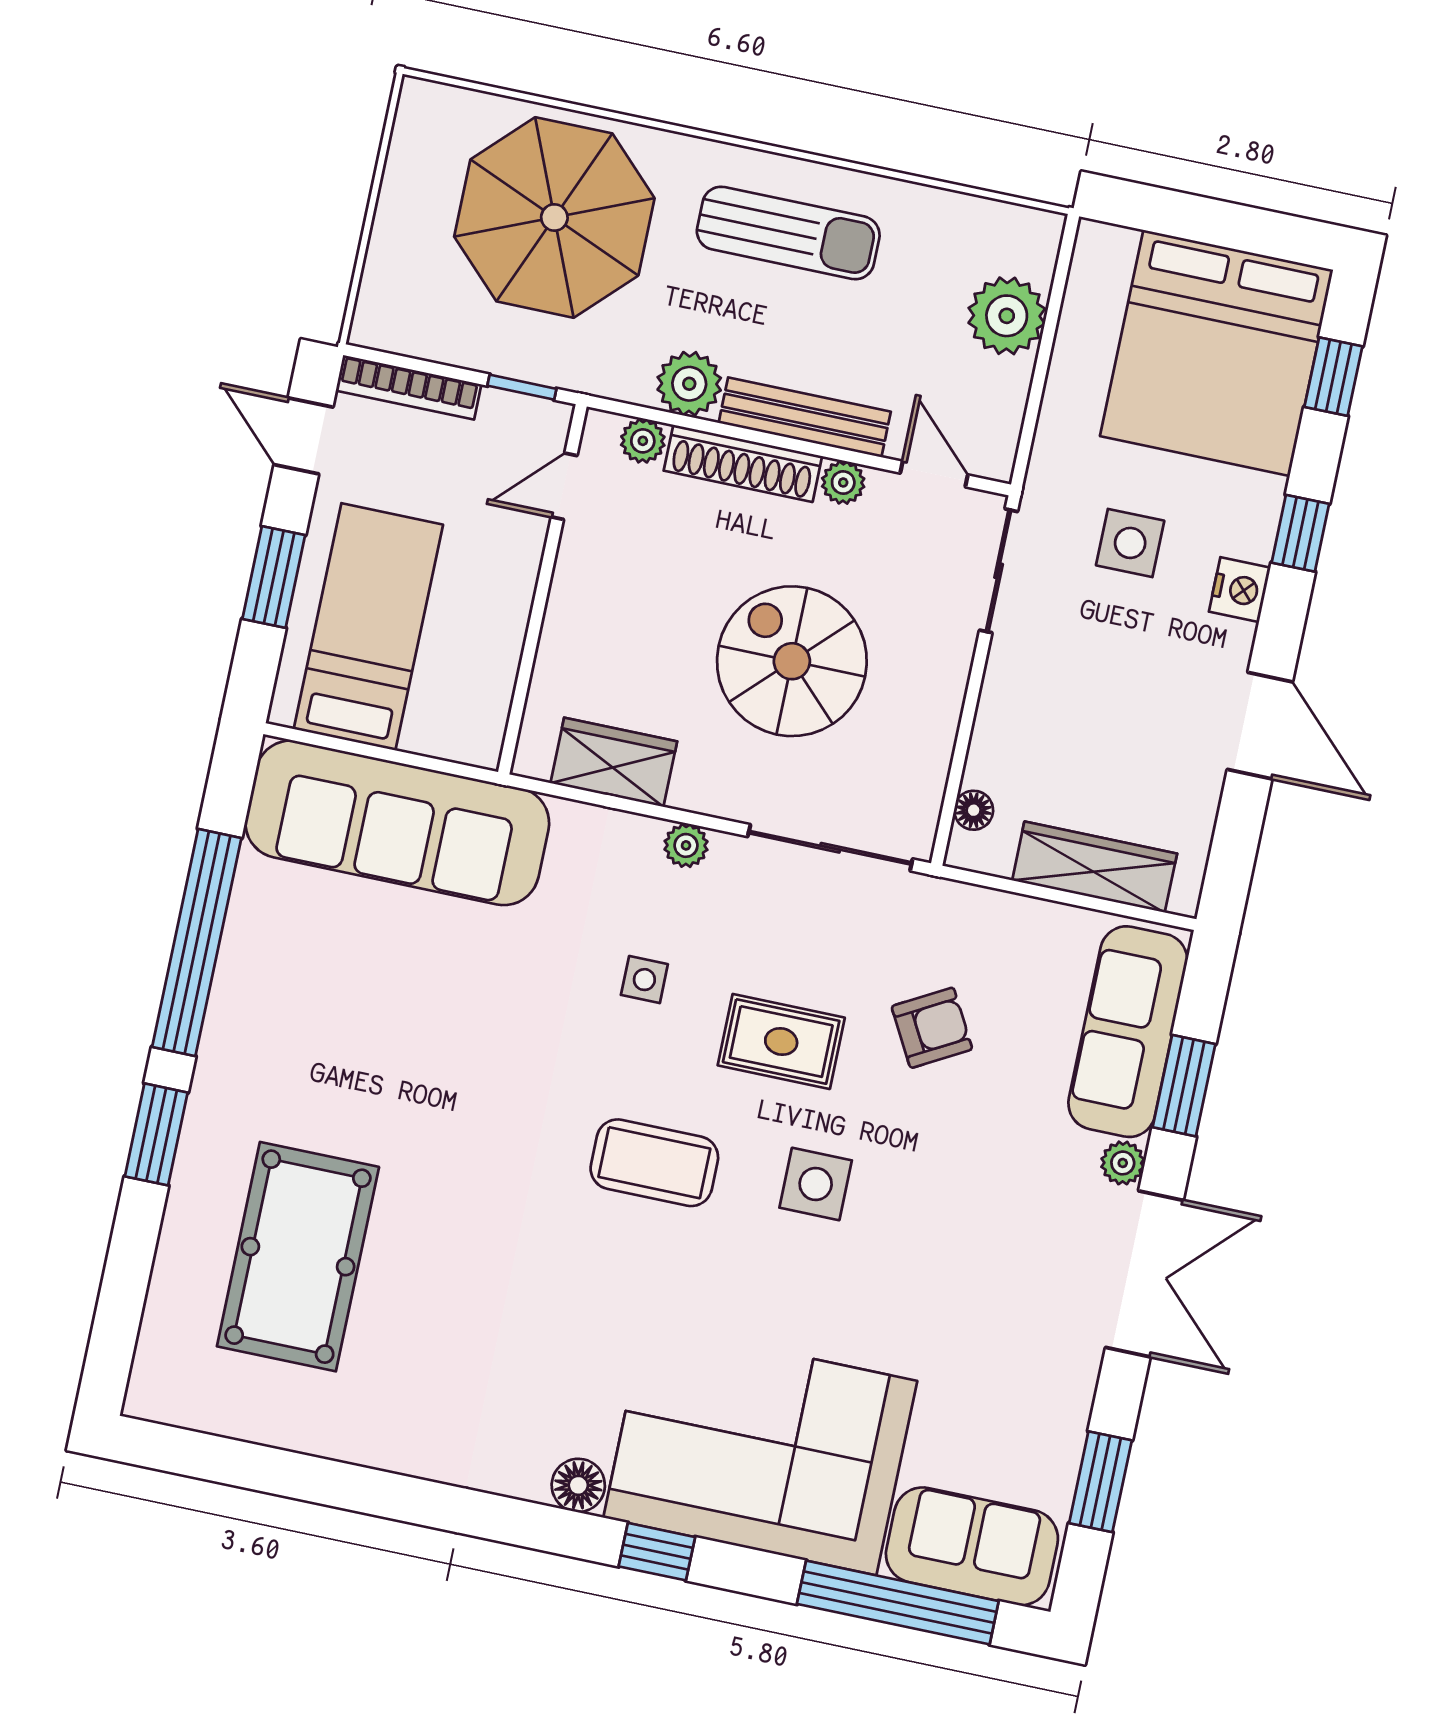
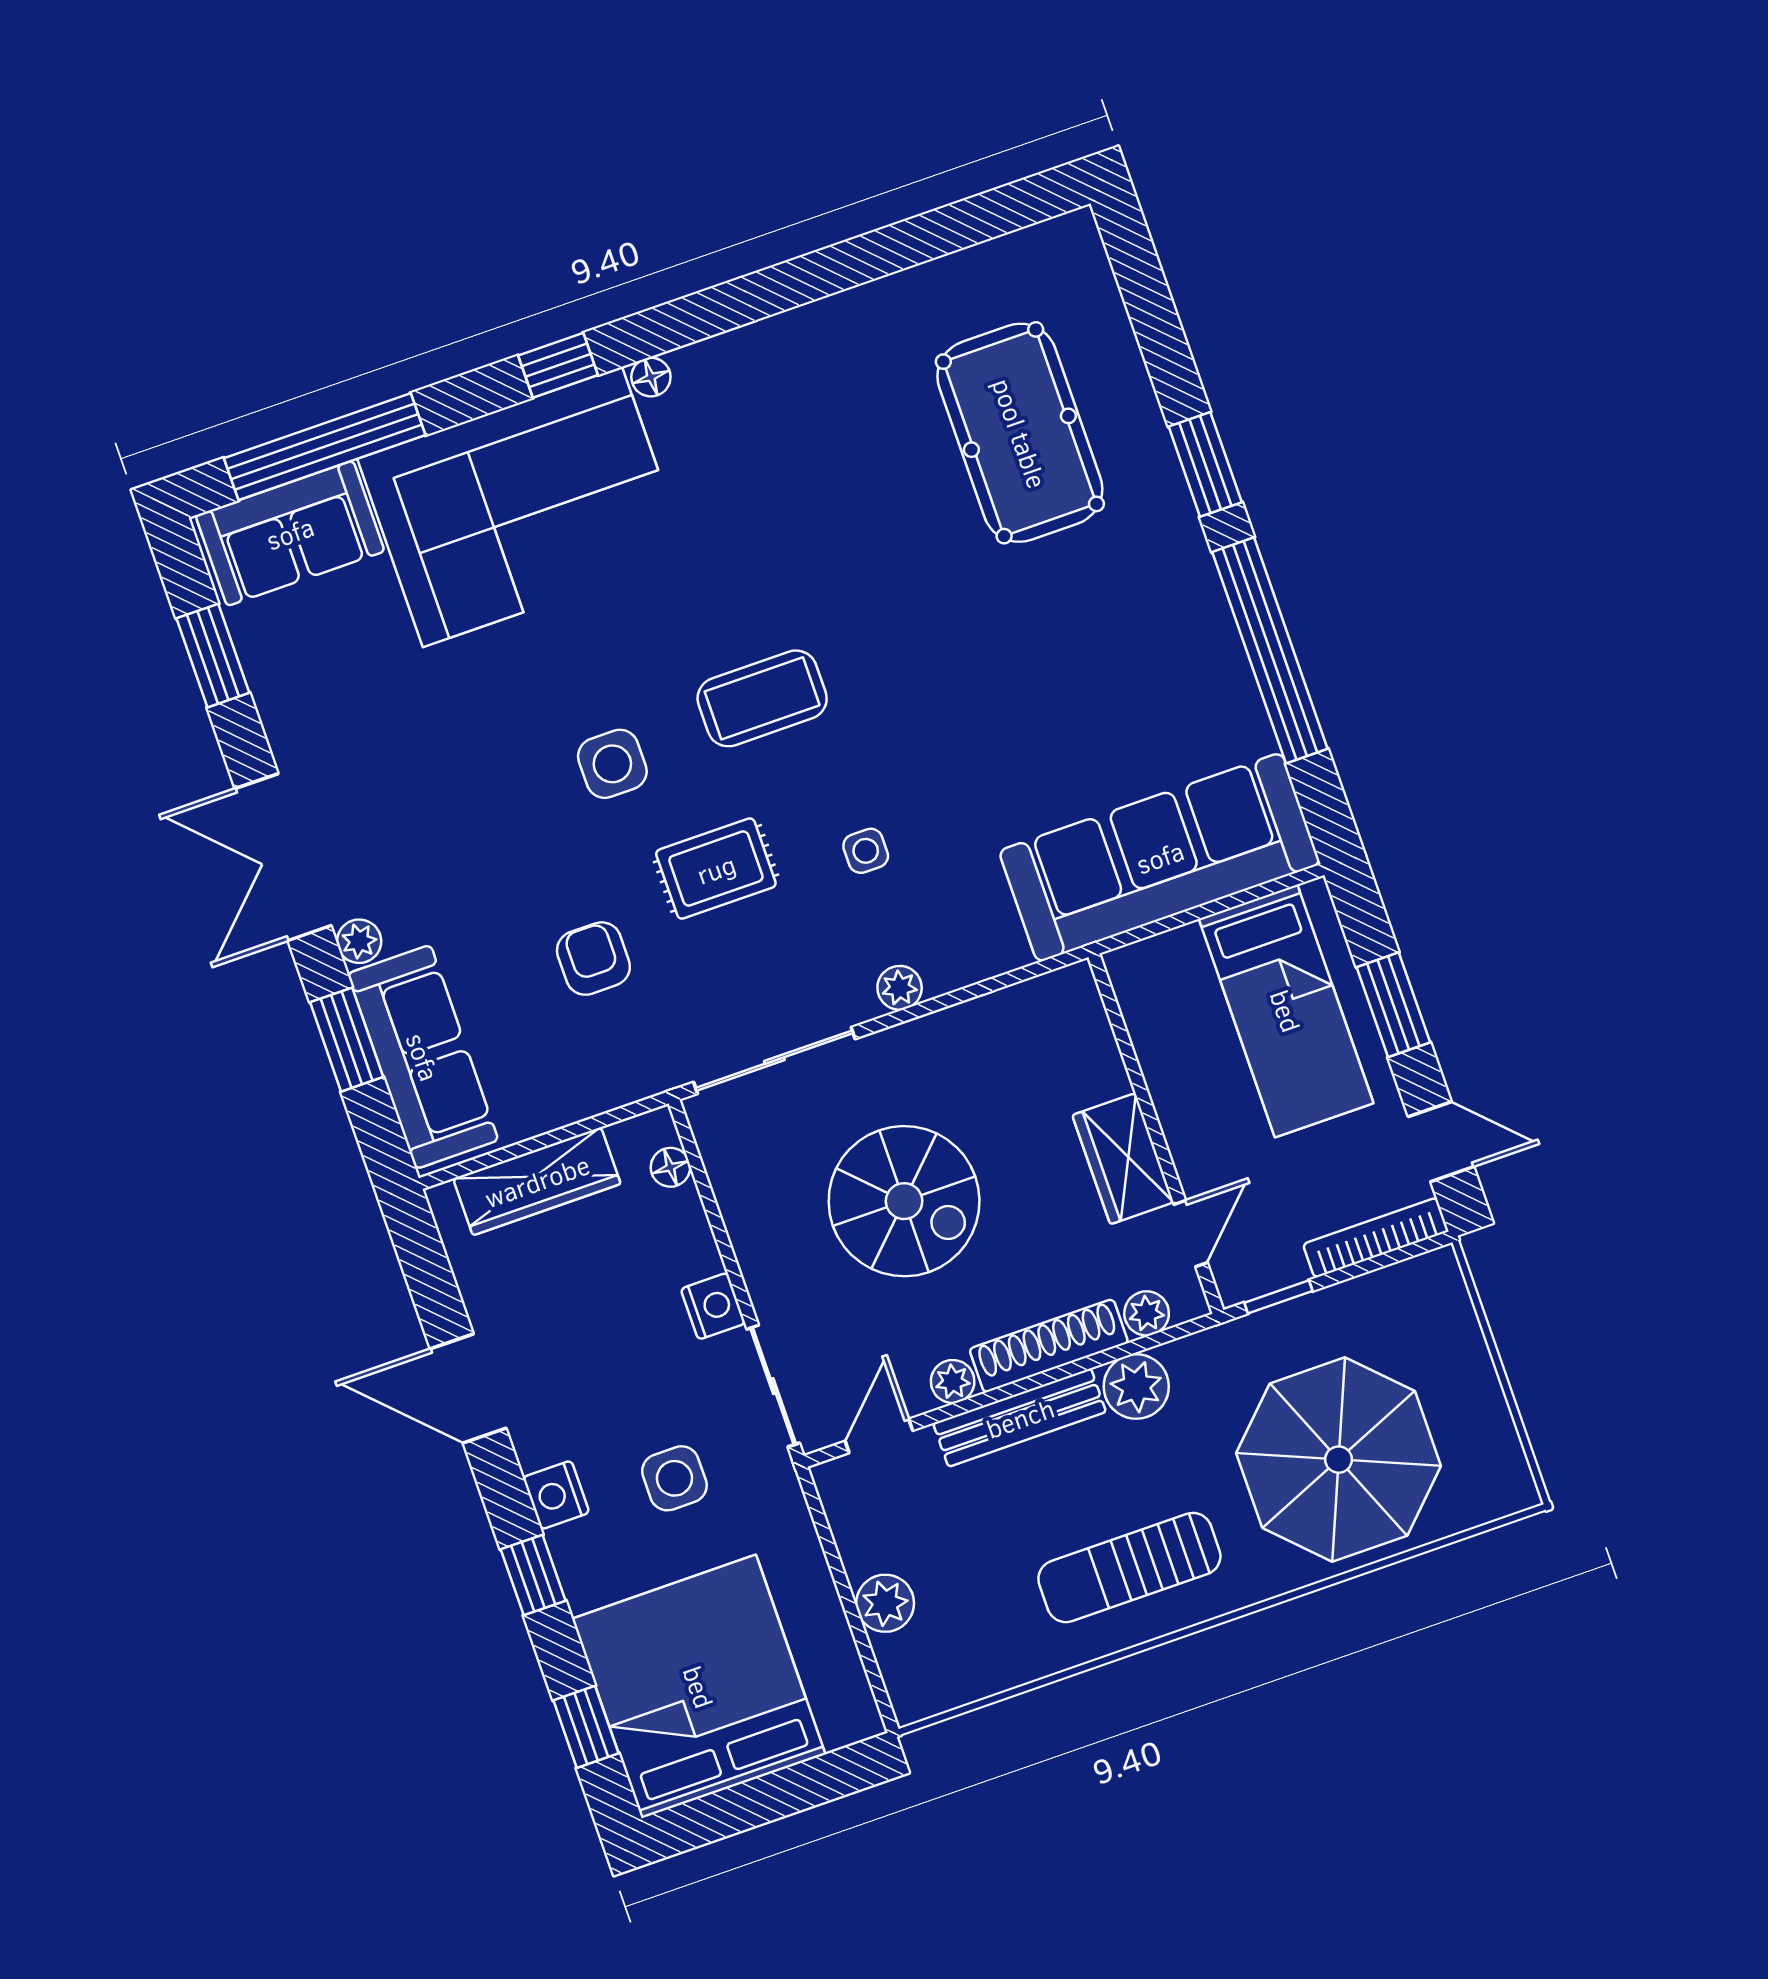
plant: (1007, 316) -> (885, 1603), width x0.73, depth x0.73
door: (934, 474) -> (879, 1436), swing flipped
nightstand: (1009, 670) -> (713, 1306), added
wardrobe: (614, 762) -> (1123, 1159), moved, turned 90
armchair: (932, 1028) -> (593, 959), turned 119
floor lamp: (578, 1485) -> (651, 377), width x0.73, depth x0.73

